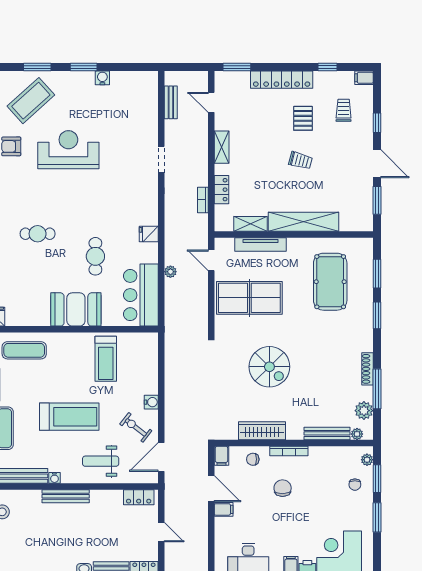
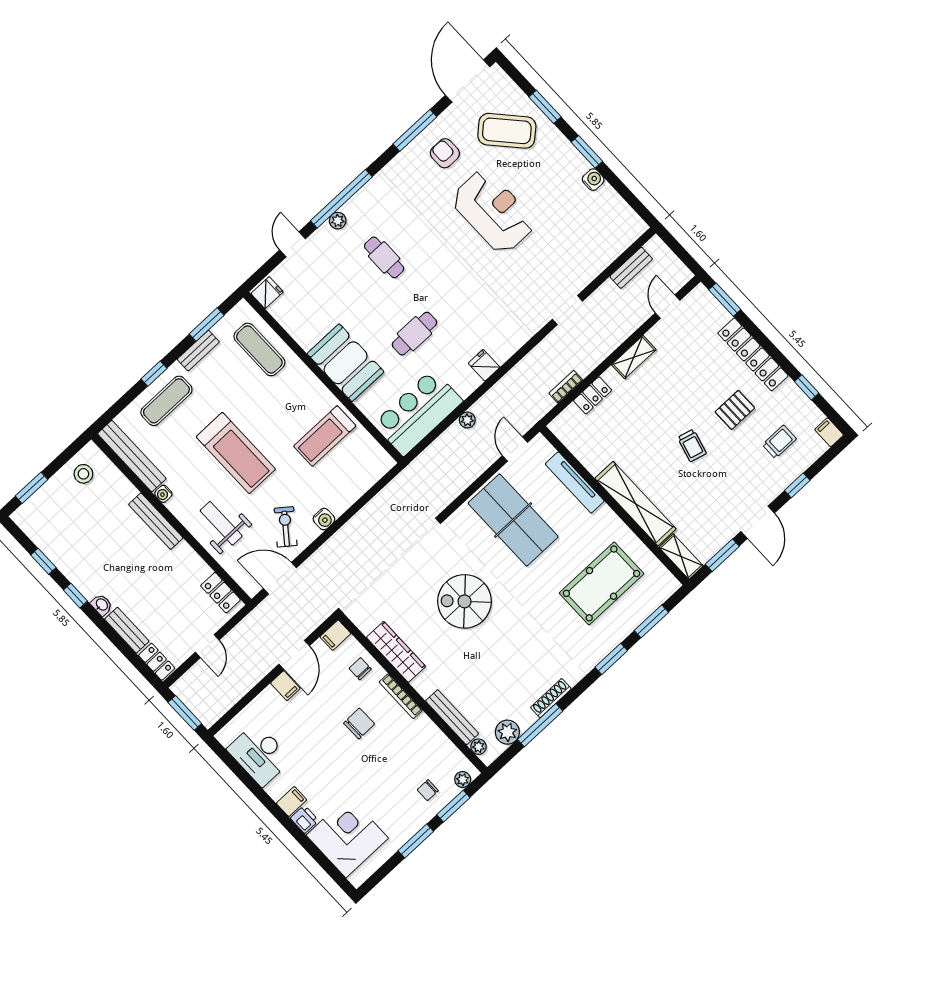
shelving: (251, 224) -> (681, 557), moved
spiral stairs: (269, 367) -> (465, 601), turned 90

